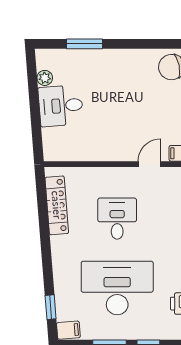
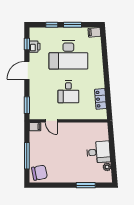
door: (149, 164) -> (51, 121), hinge flipped
locker: (57, 205) -> (101, 99), width x0.66
window: (51, 307) -> (104, 45), removed

